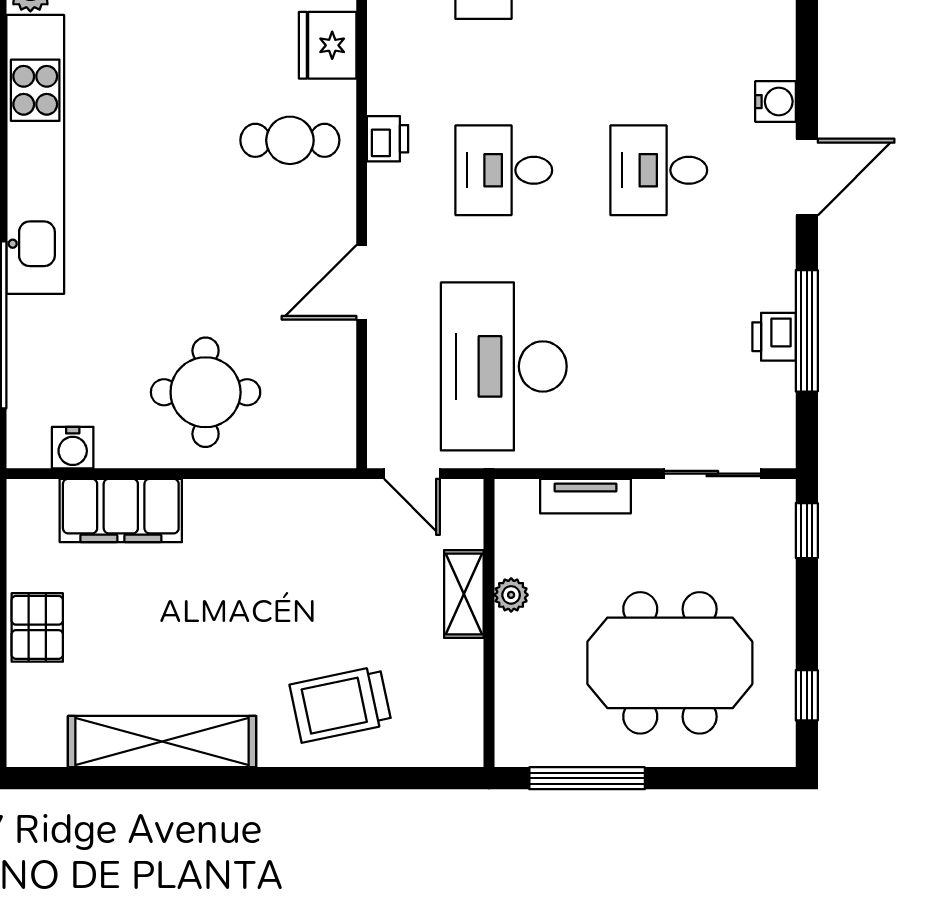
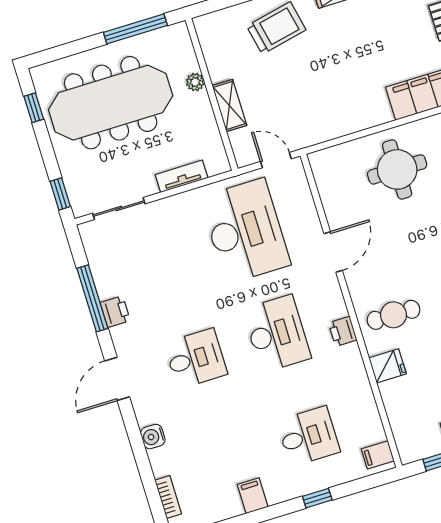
fridge: (328, 45) -> (388, 366), width x0.72
water cooler: (776, 102) -> (153, 437), moved
desk: (504, 170) -> (277, 334), width x1.37
printer: (774, 337) -> (115, 312), moved
plant: (511, 595) -> (195, 82), moved
meeting table: (670, 663) -> (111, 103), width x1.36

